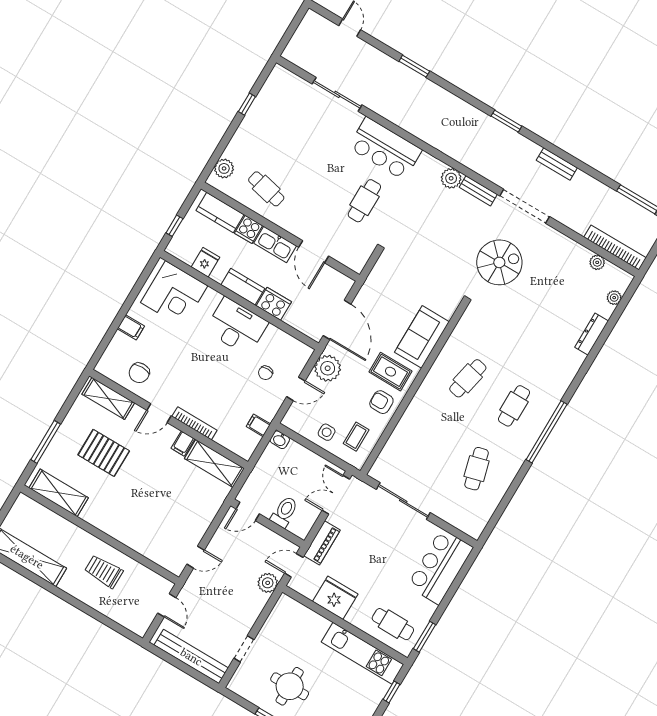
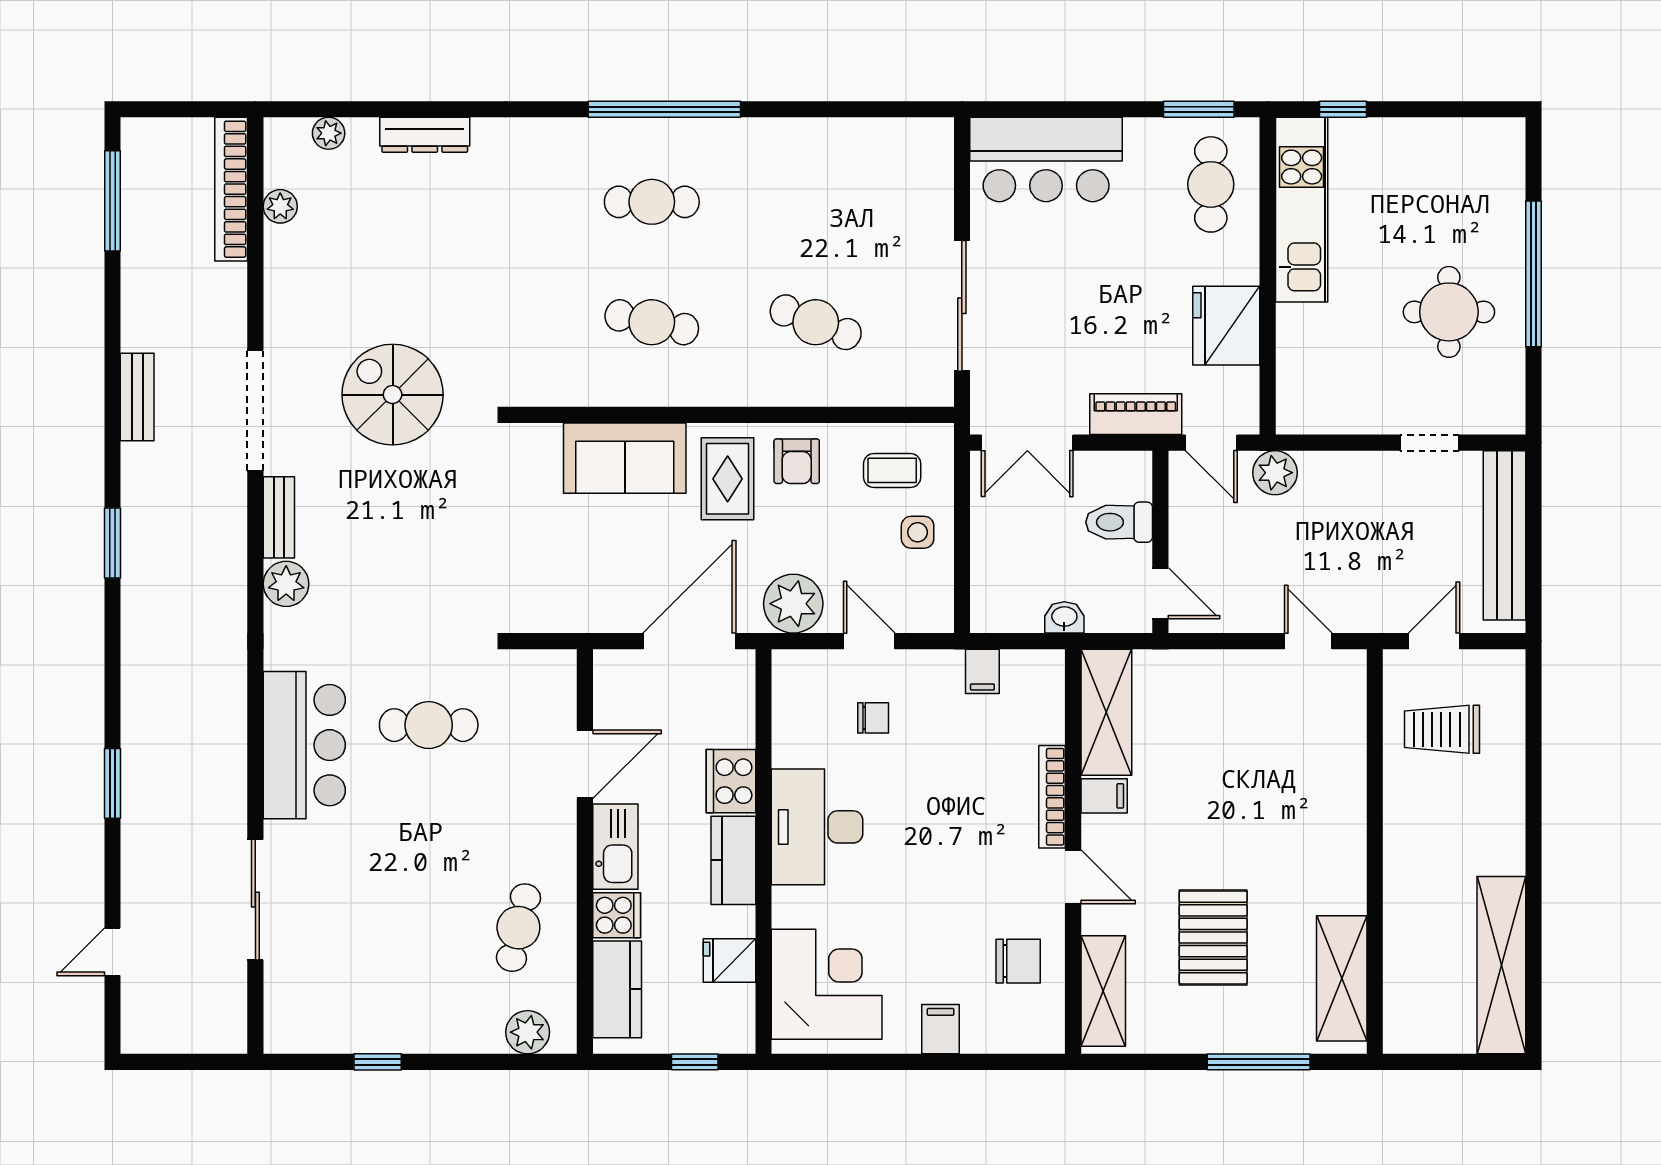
washbasin: (280, 440) -> (1064, 617), moved, turned -90
cafe table: (477, 469) -> (816, 322), moved, turned 36
trolley: (104, 571) -> (1442, 729), moved, turned 90

